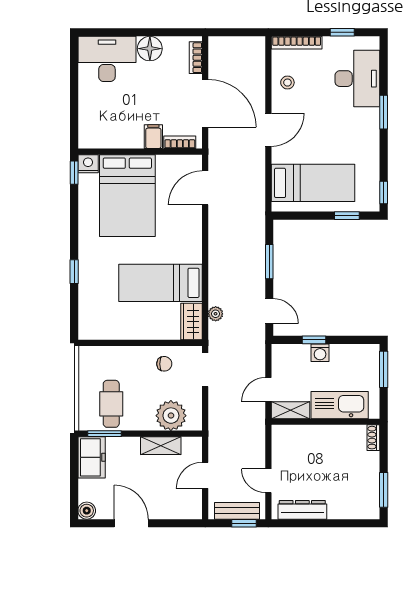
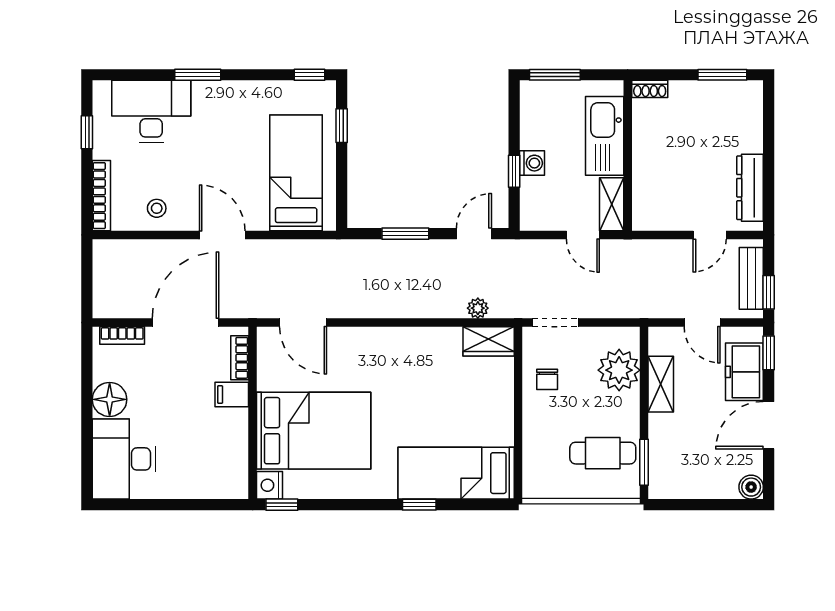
bed: (161, 283) -> (456, 473), moved, turned 90
chair: (164, 364) -> (547, 379), turned 180
freezer: (92, 457) -> (744, 372), moved, turned -90
window: (183, 523) -> (769, 353), added
window: (244, 523) -> (769, 292), moved

